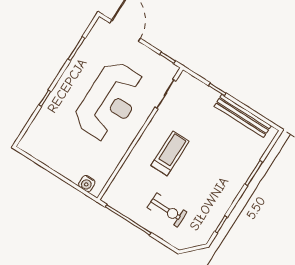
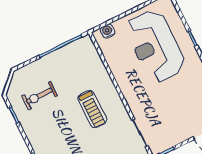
reception desk: (110, 101) -> (155, 46), moved
exercise bike: (167, 210) -> (39, 96), moved

